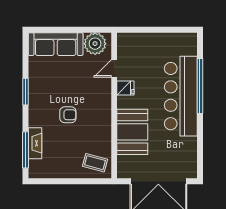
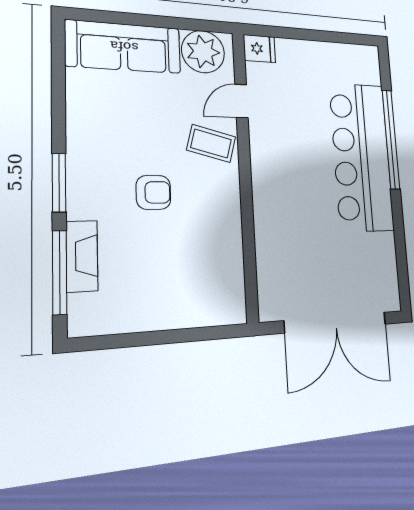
fridge: (125, 88) -> (259, 49), moved
window: (25, 92) -> (59, 183), moved
booth: (132, 132) -> (282, 226), removed
coffee table: (95, 163) -> (211, 143), moved

